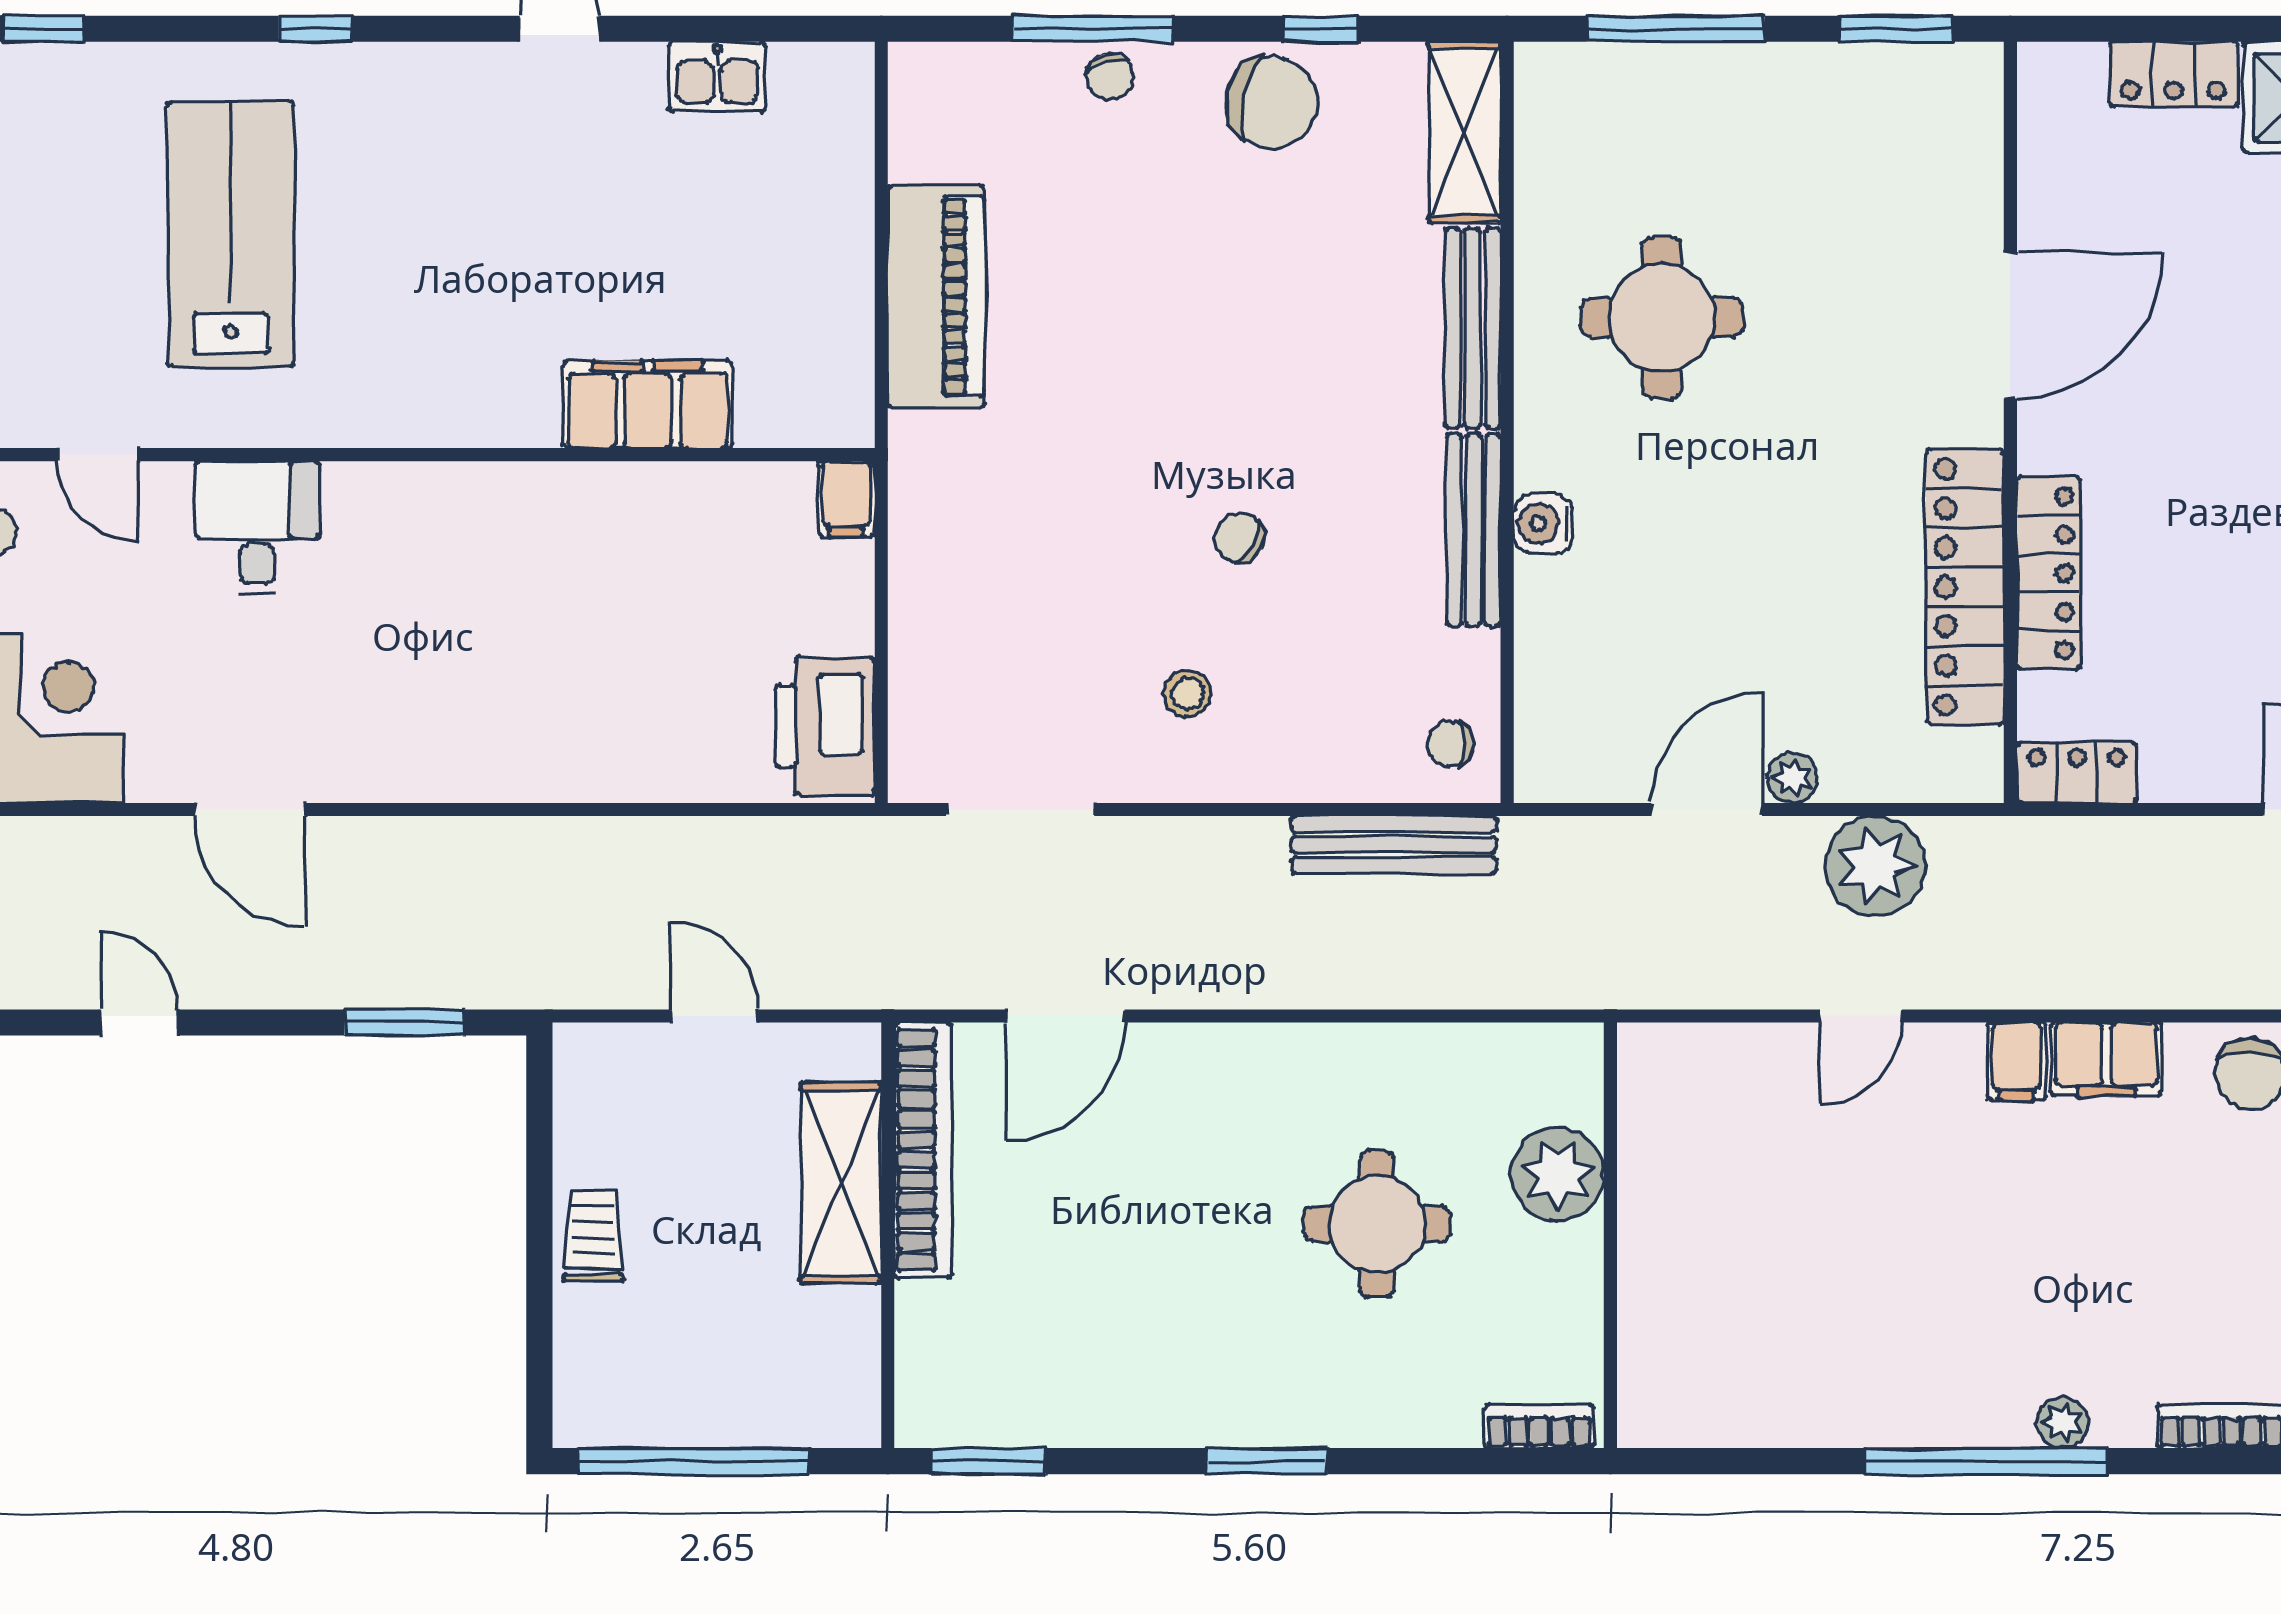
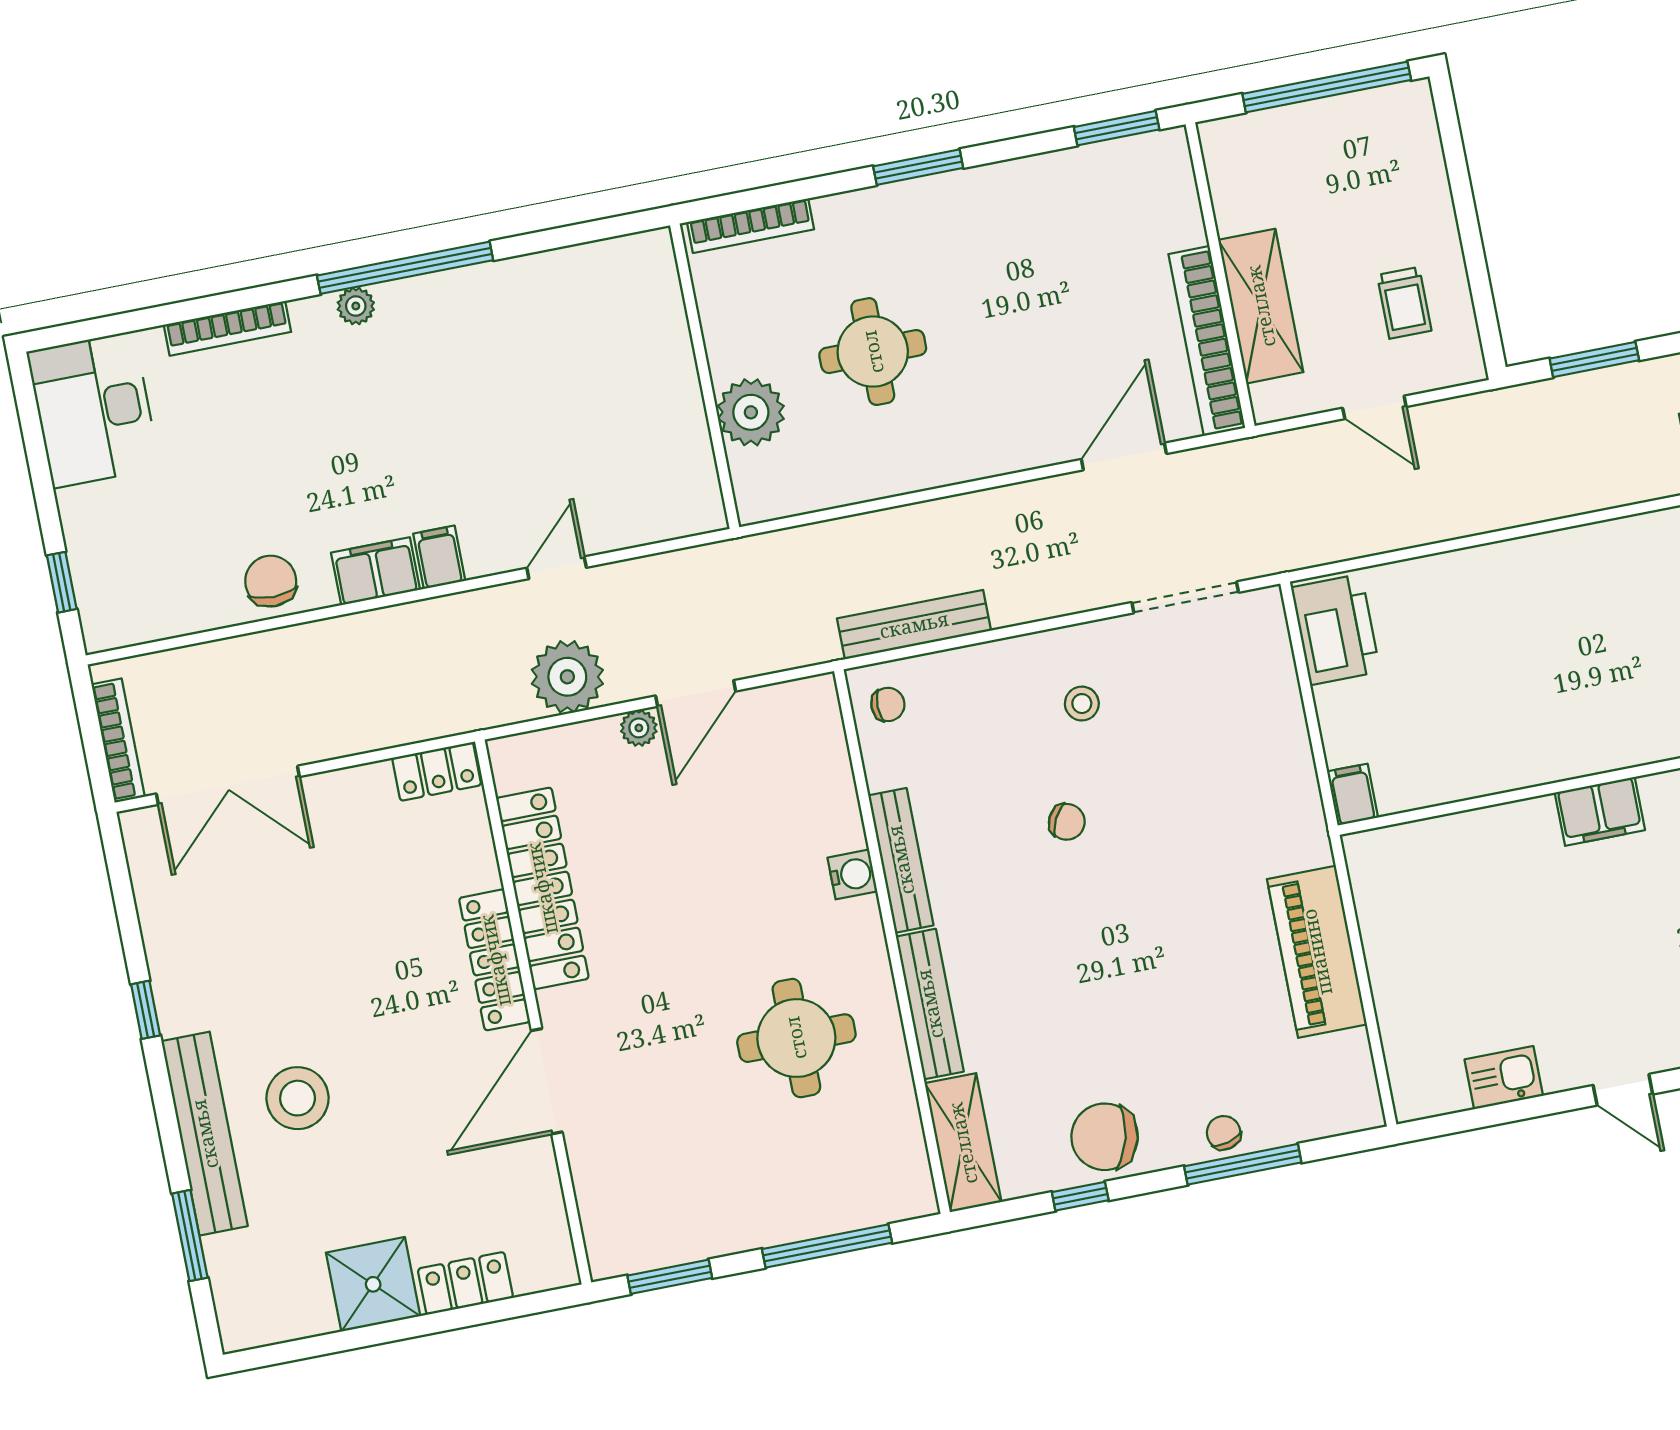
filing cabinet: (648, 405) -> (1600, 811), moved, width x0.67, depth x0.86
locker: (2049, 573) -> (495, 960), moved
trolley: (593, 1236) -> (1404, 303), moved
bookcase: (1539, 1426) -> (751, 226), width x1.56

